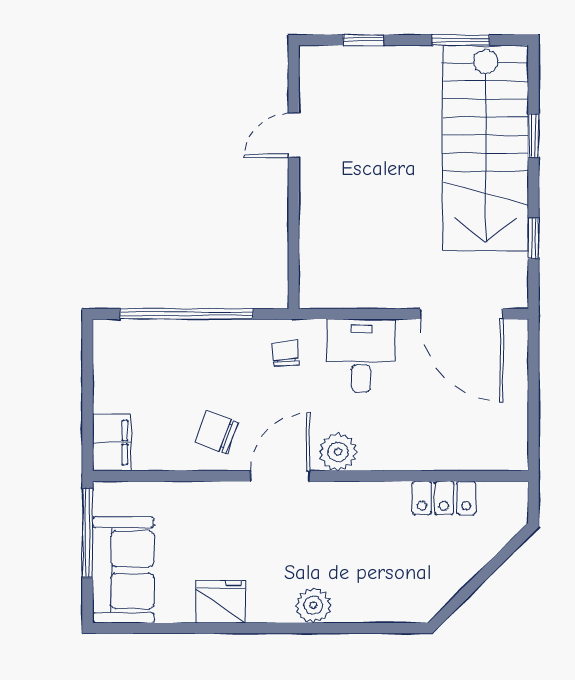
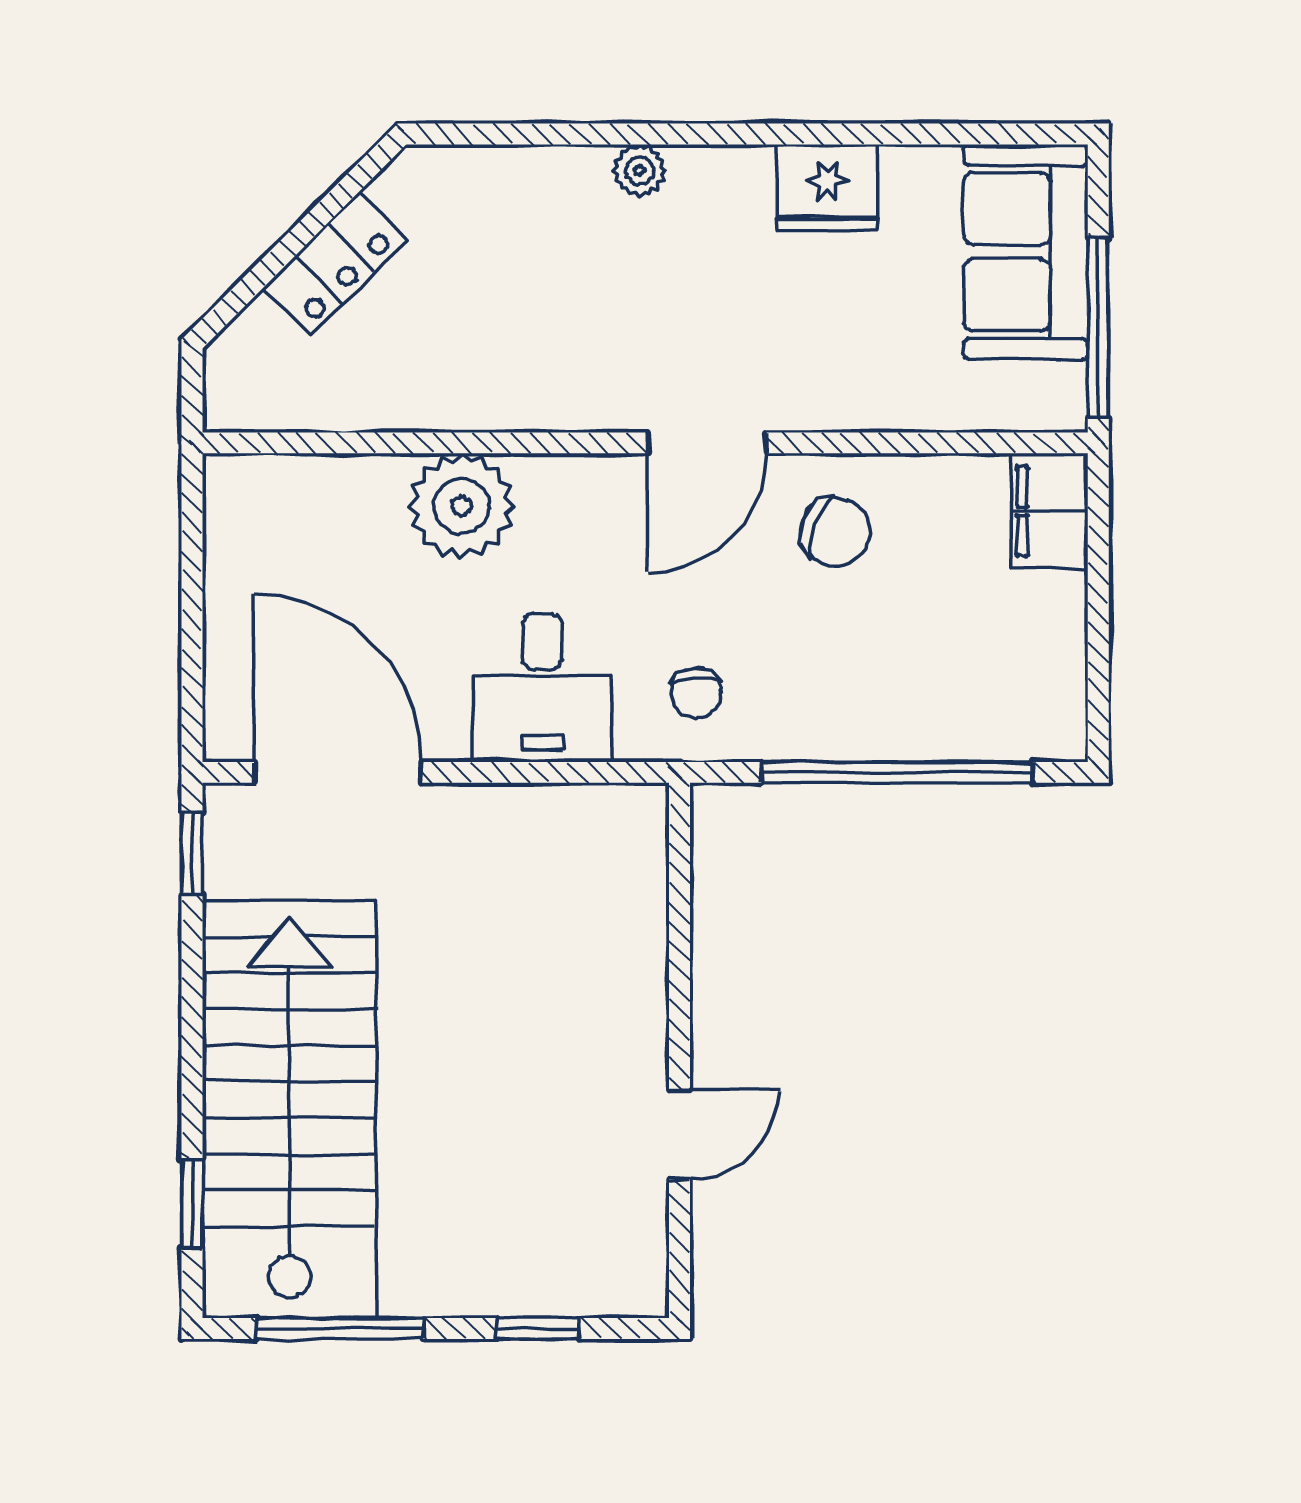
window: (461, 40) -> (340, 1328), width x1.44
window: (534, 135) -> (192, 1204), moved
window: (534, 238) -> (192, 854), moved
plant: (338, 452) -> (462, 506), moved, width x1.36, depth x1.36
locker: (444, 498) -> (335, 264), moved, turned 135
plant: (313, 605) -> (640, 170), width x0.73, depth x0.73

